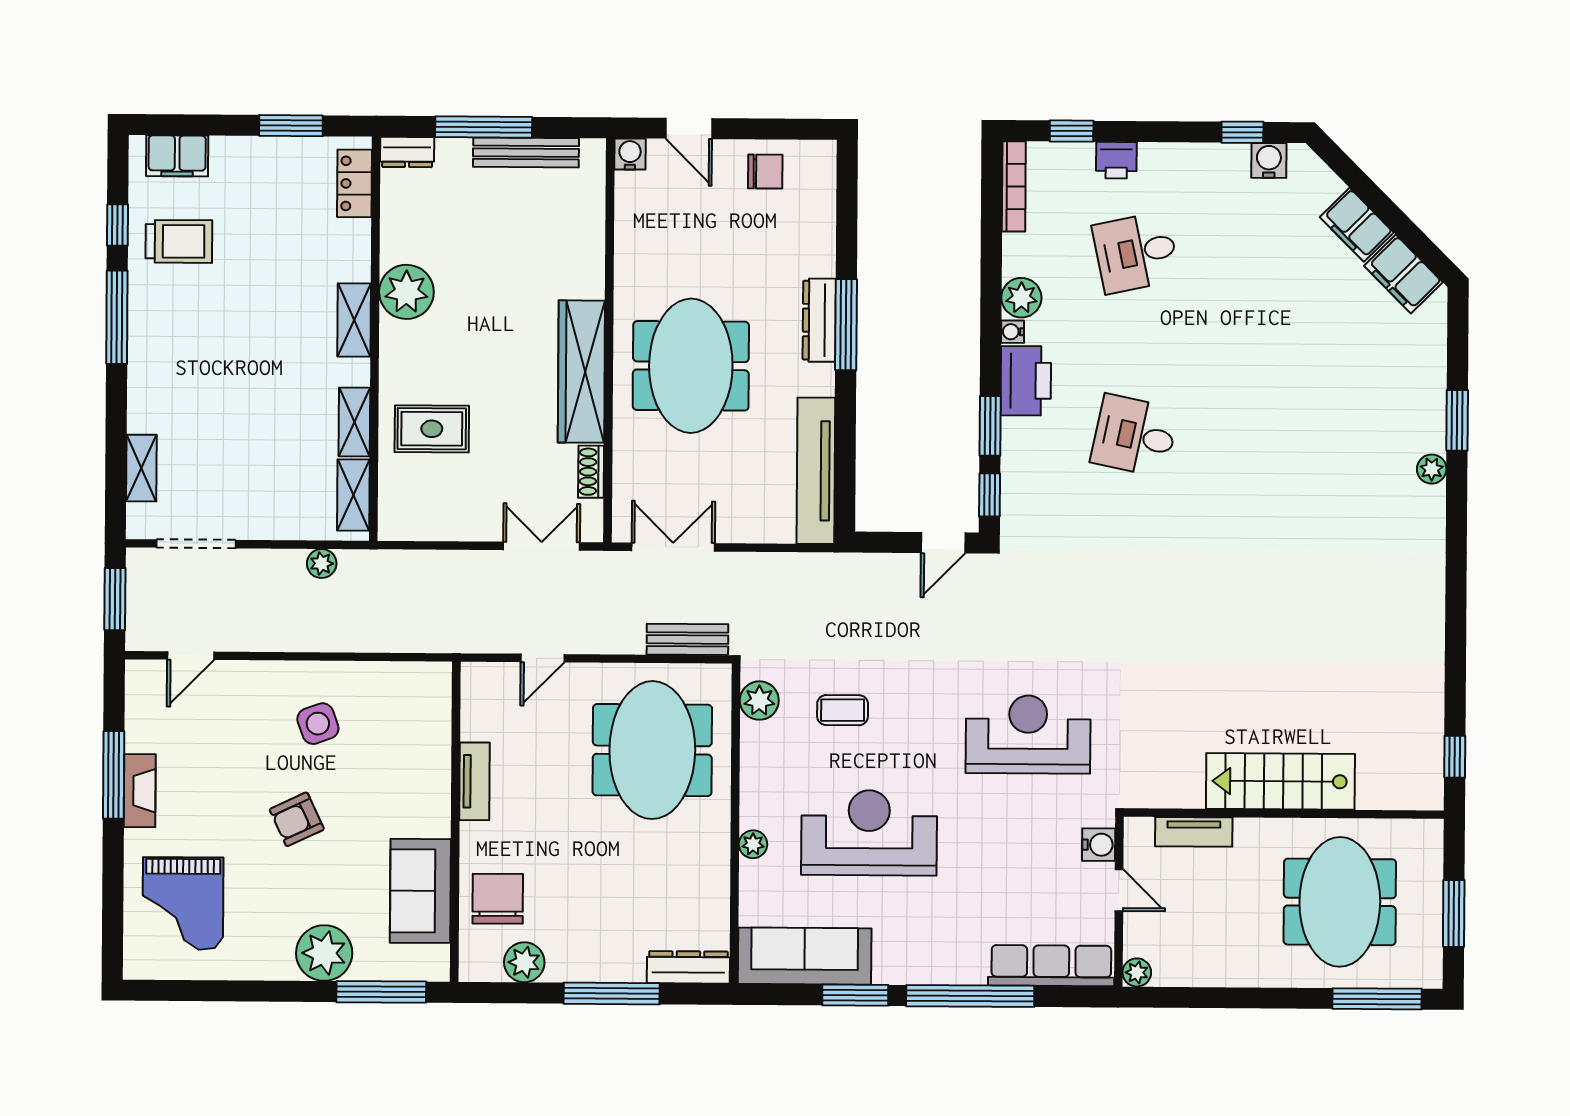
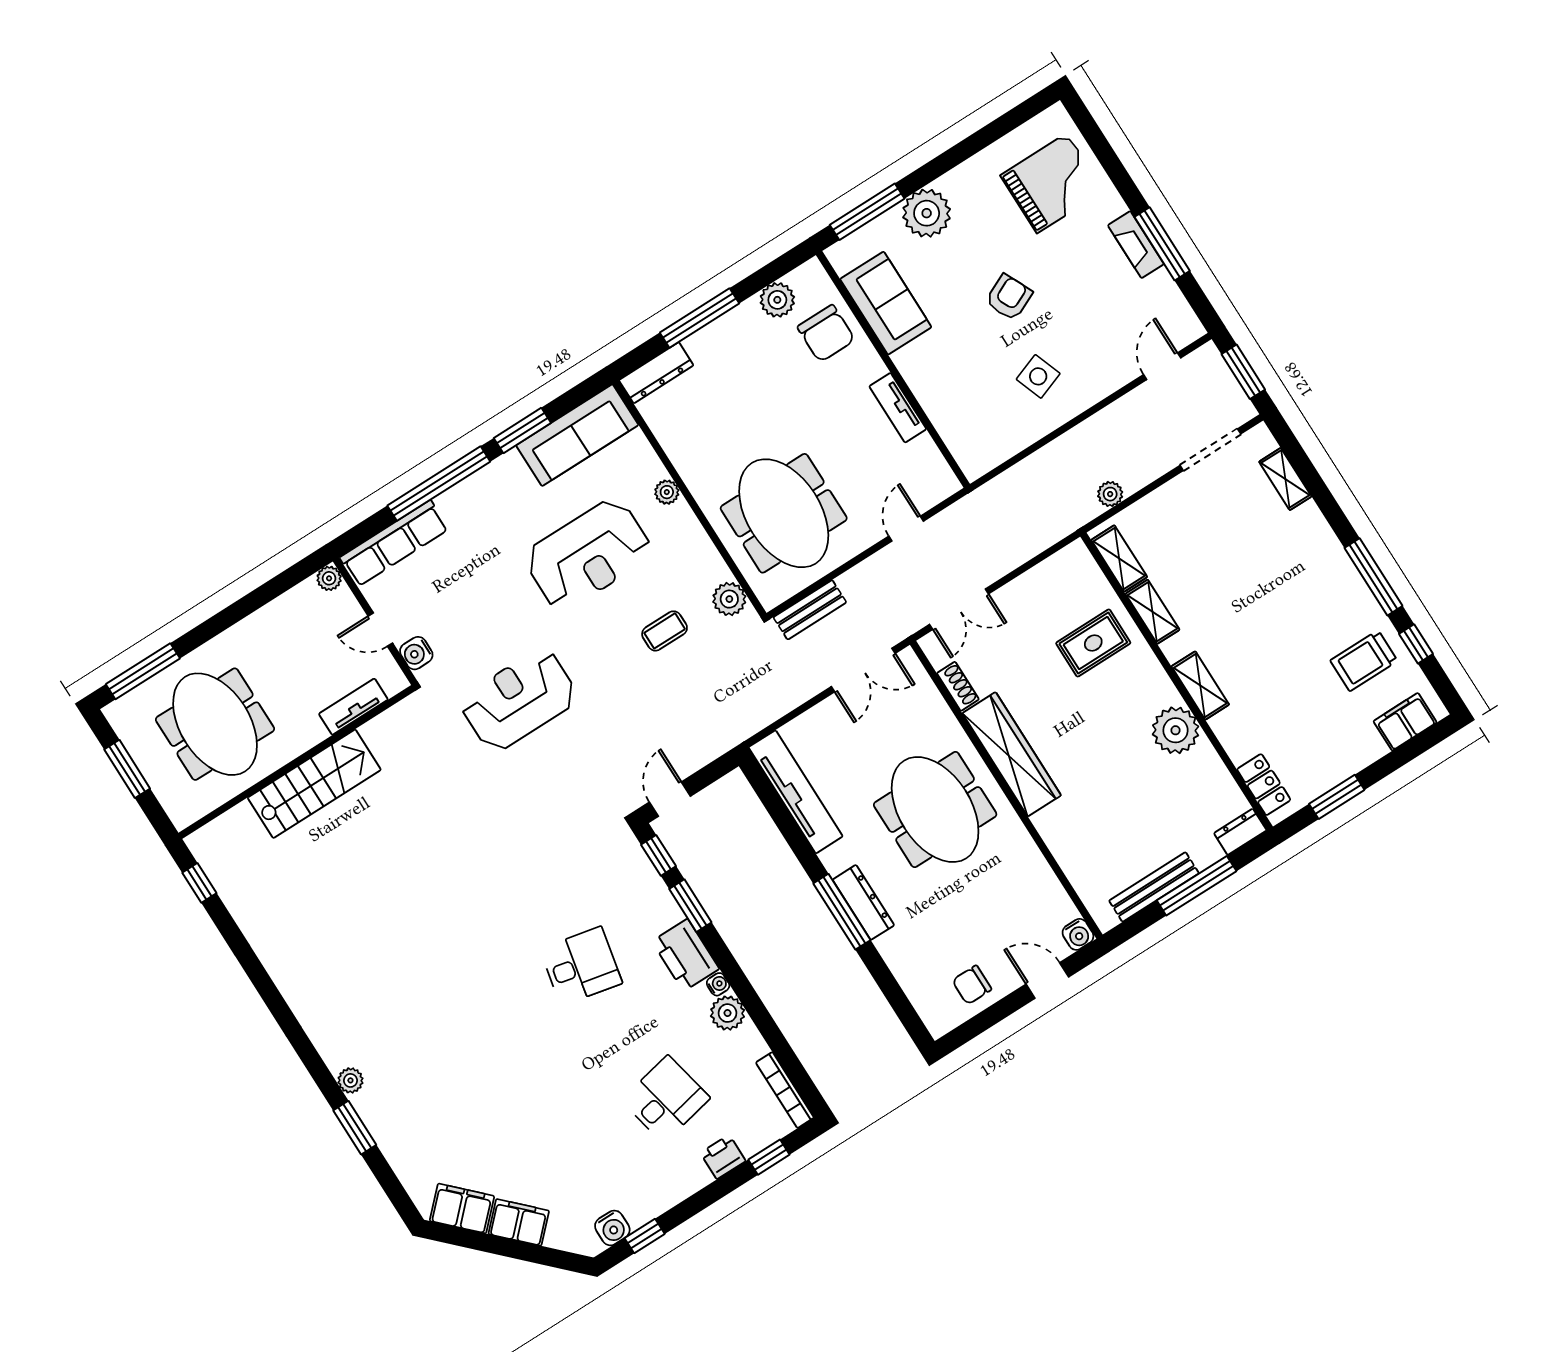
reception desk: (1028, 734) -> (519, 700), turned 180
grand piano: (183, 903) -> (1052, 183), turned 90

